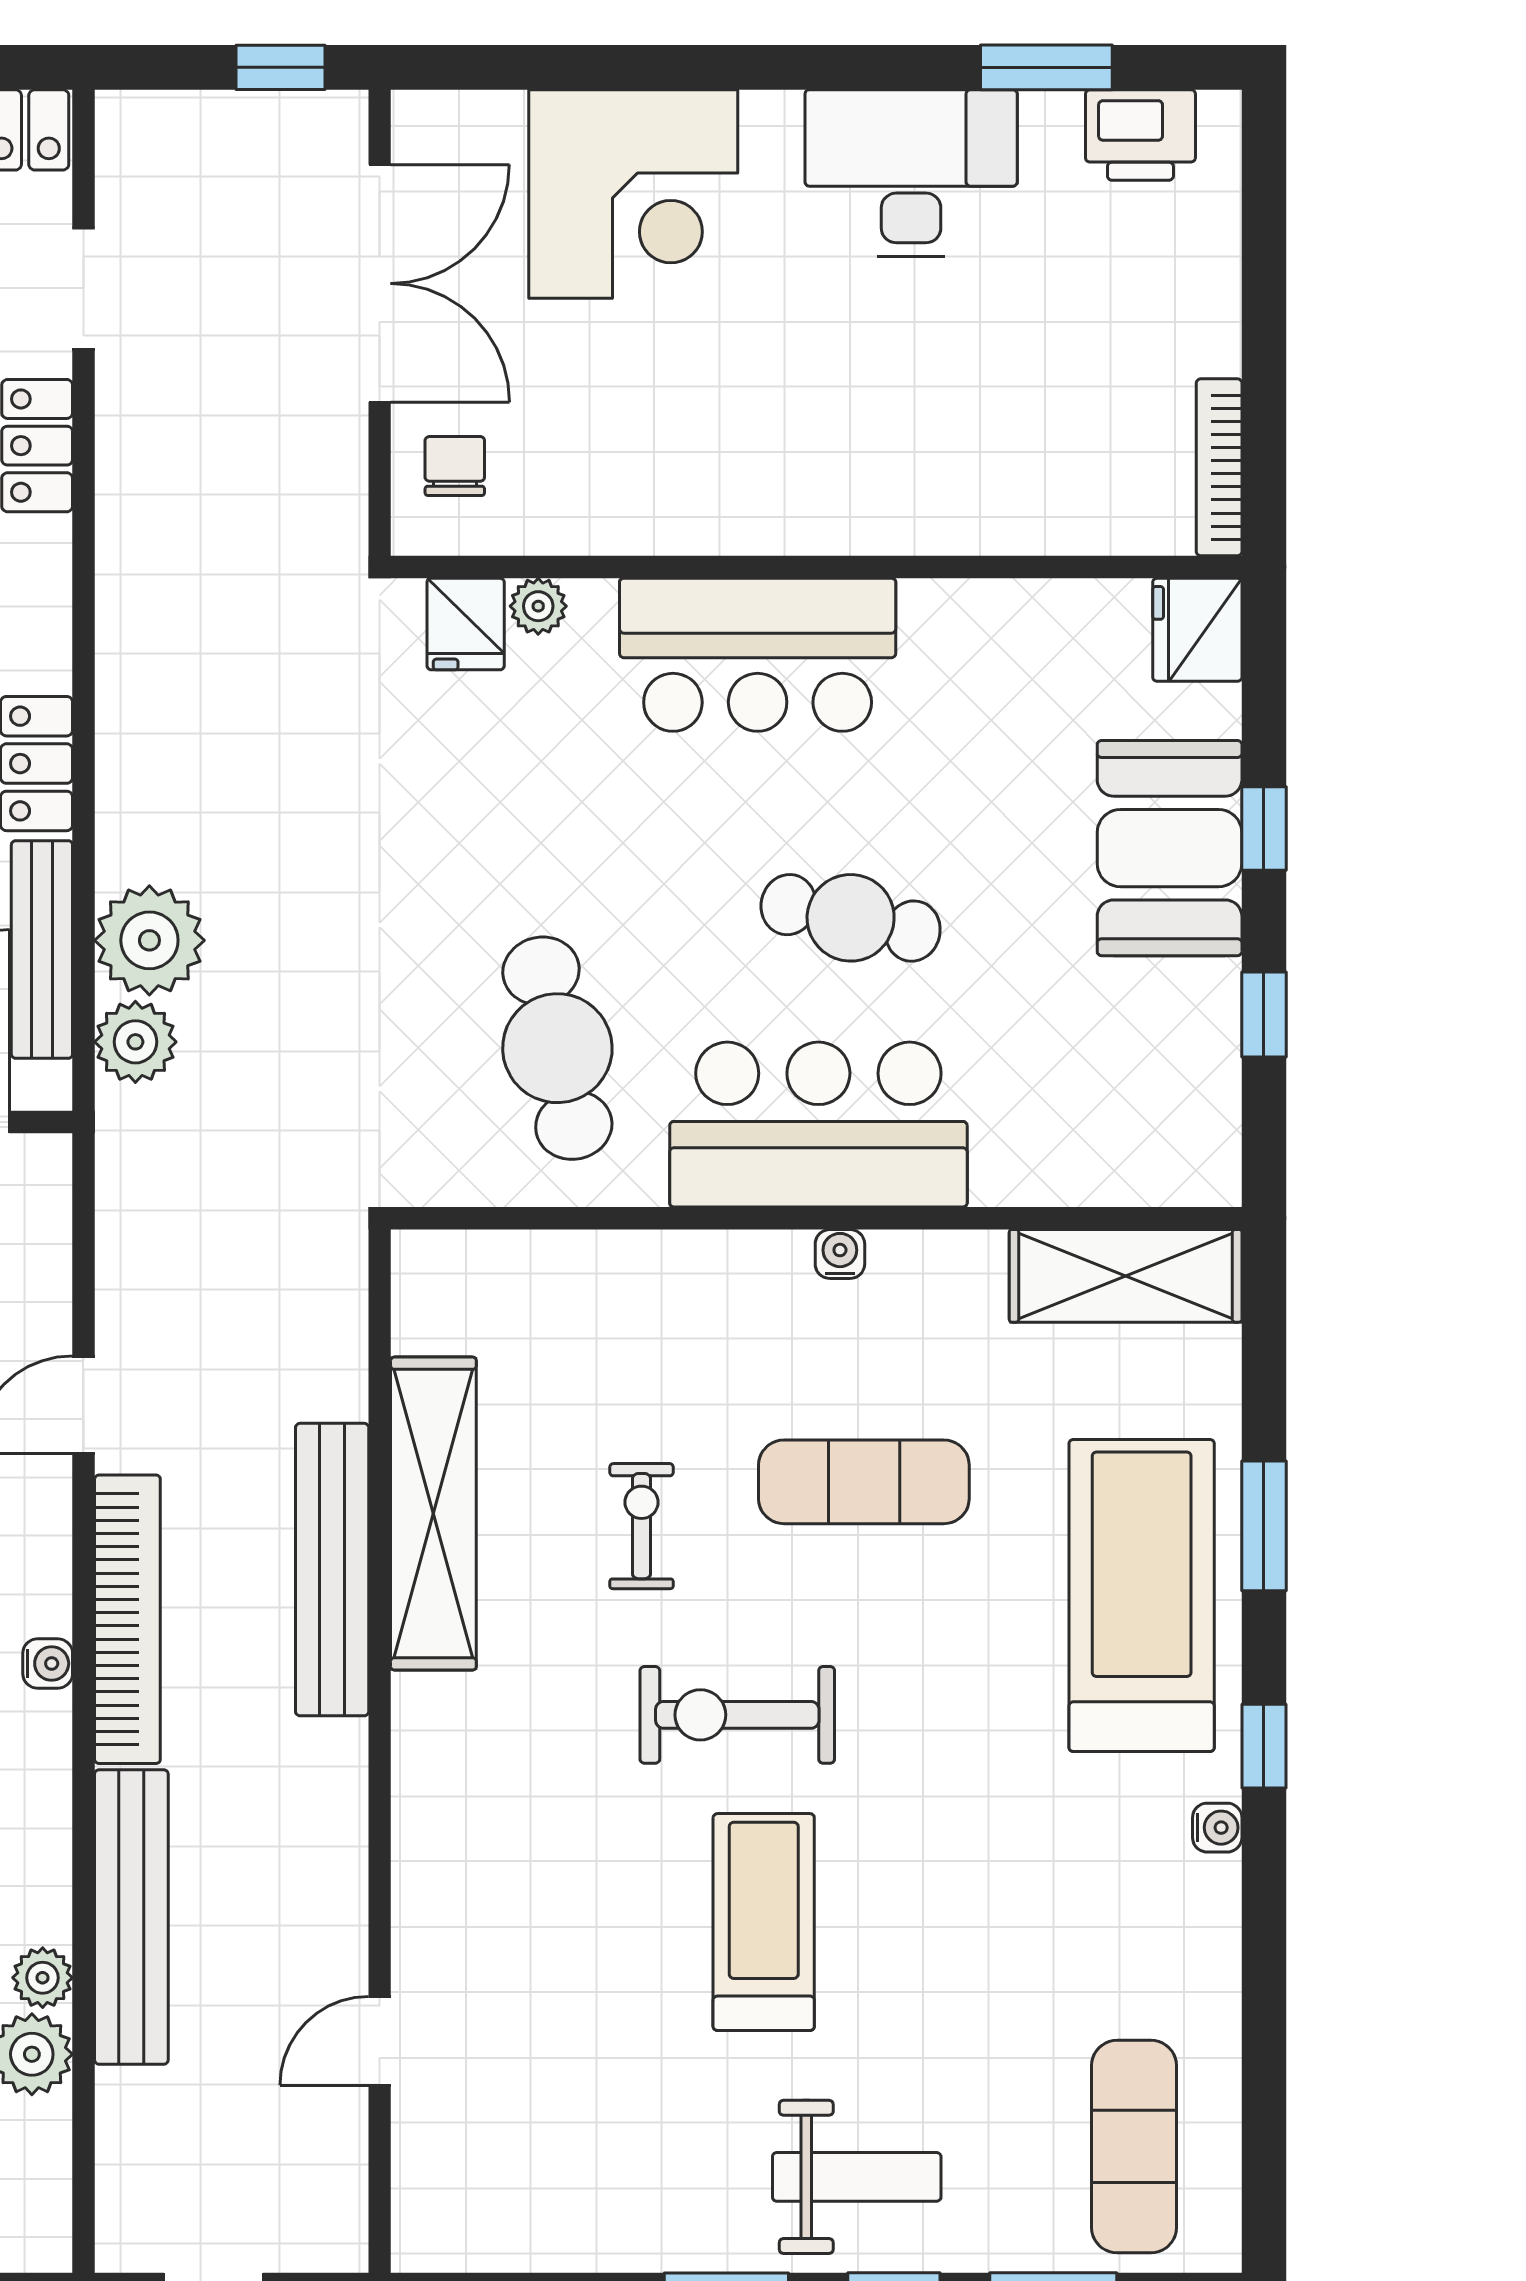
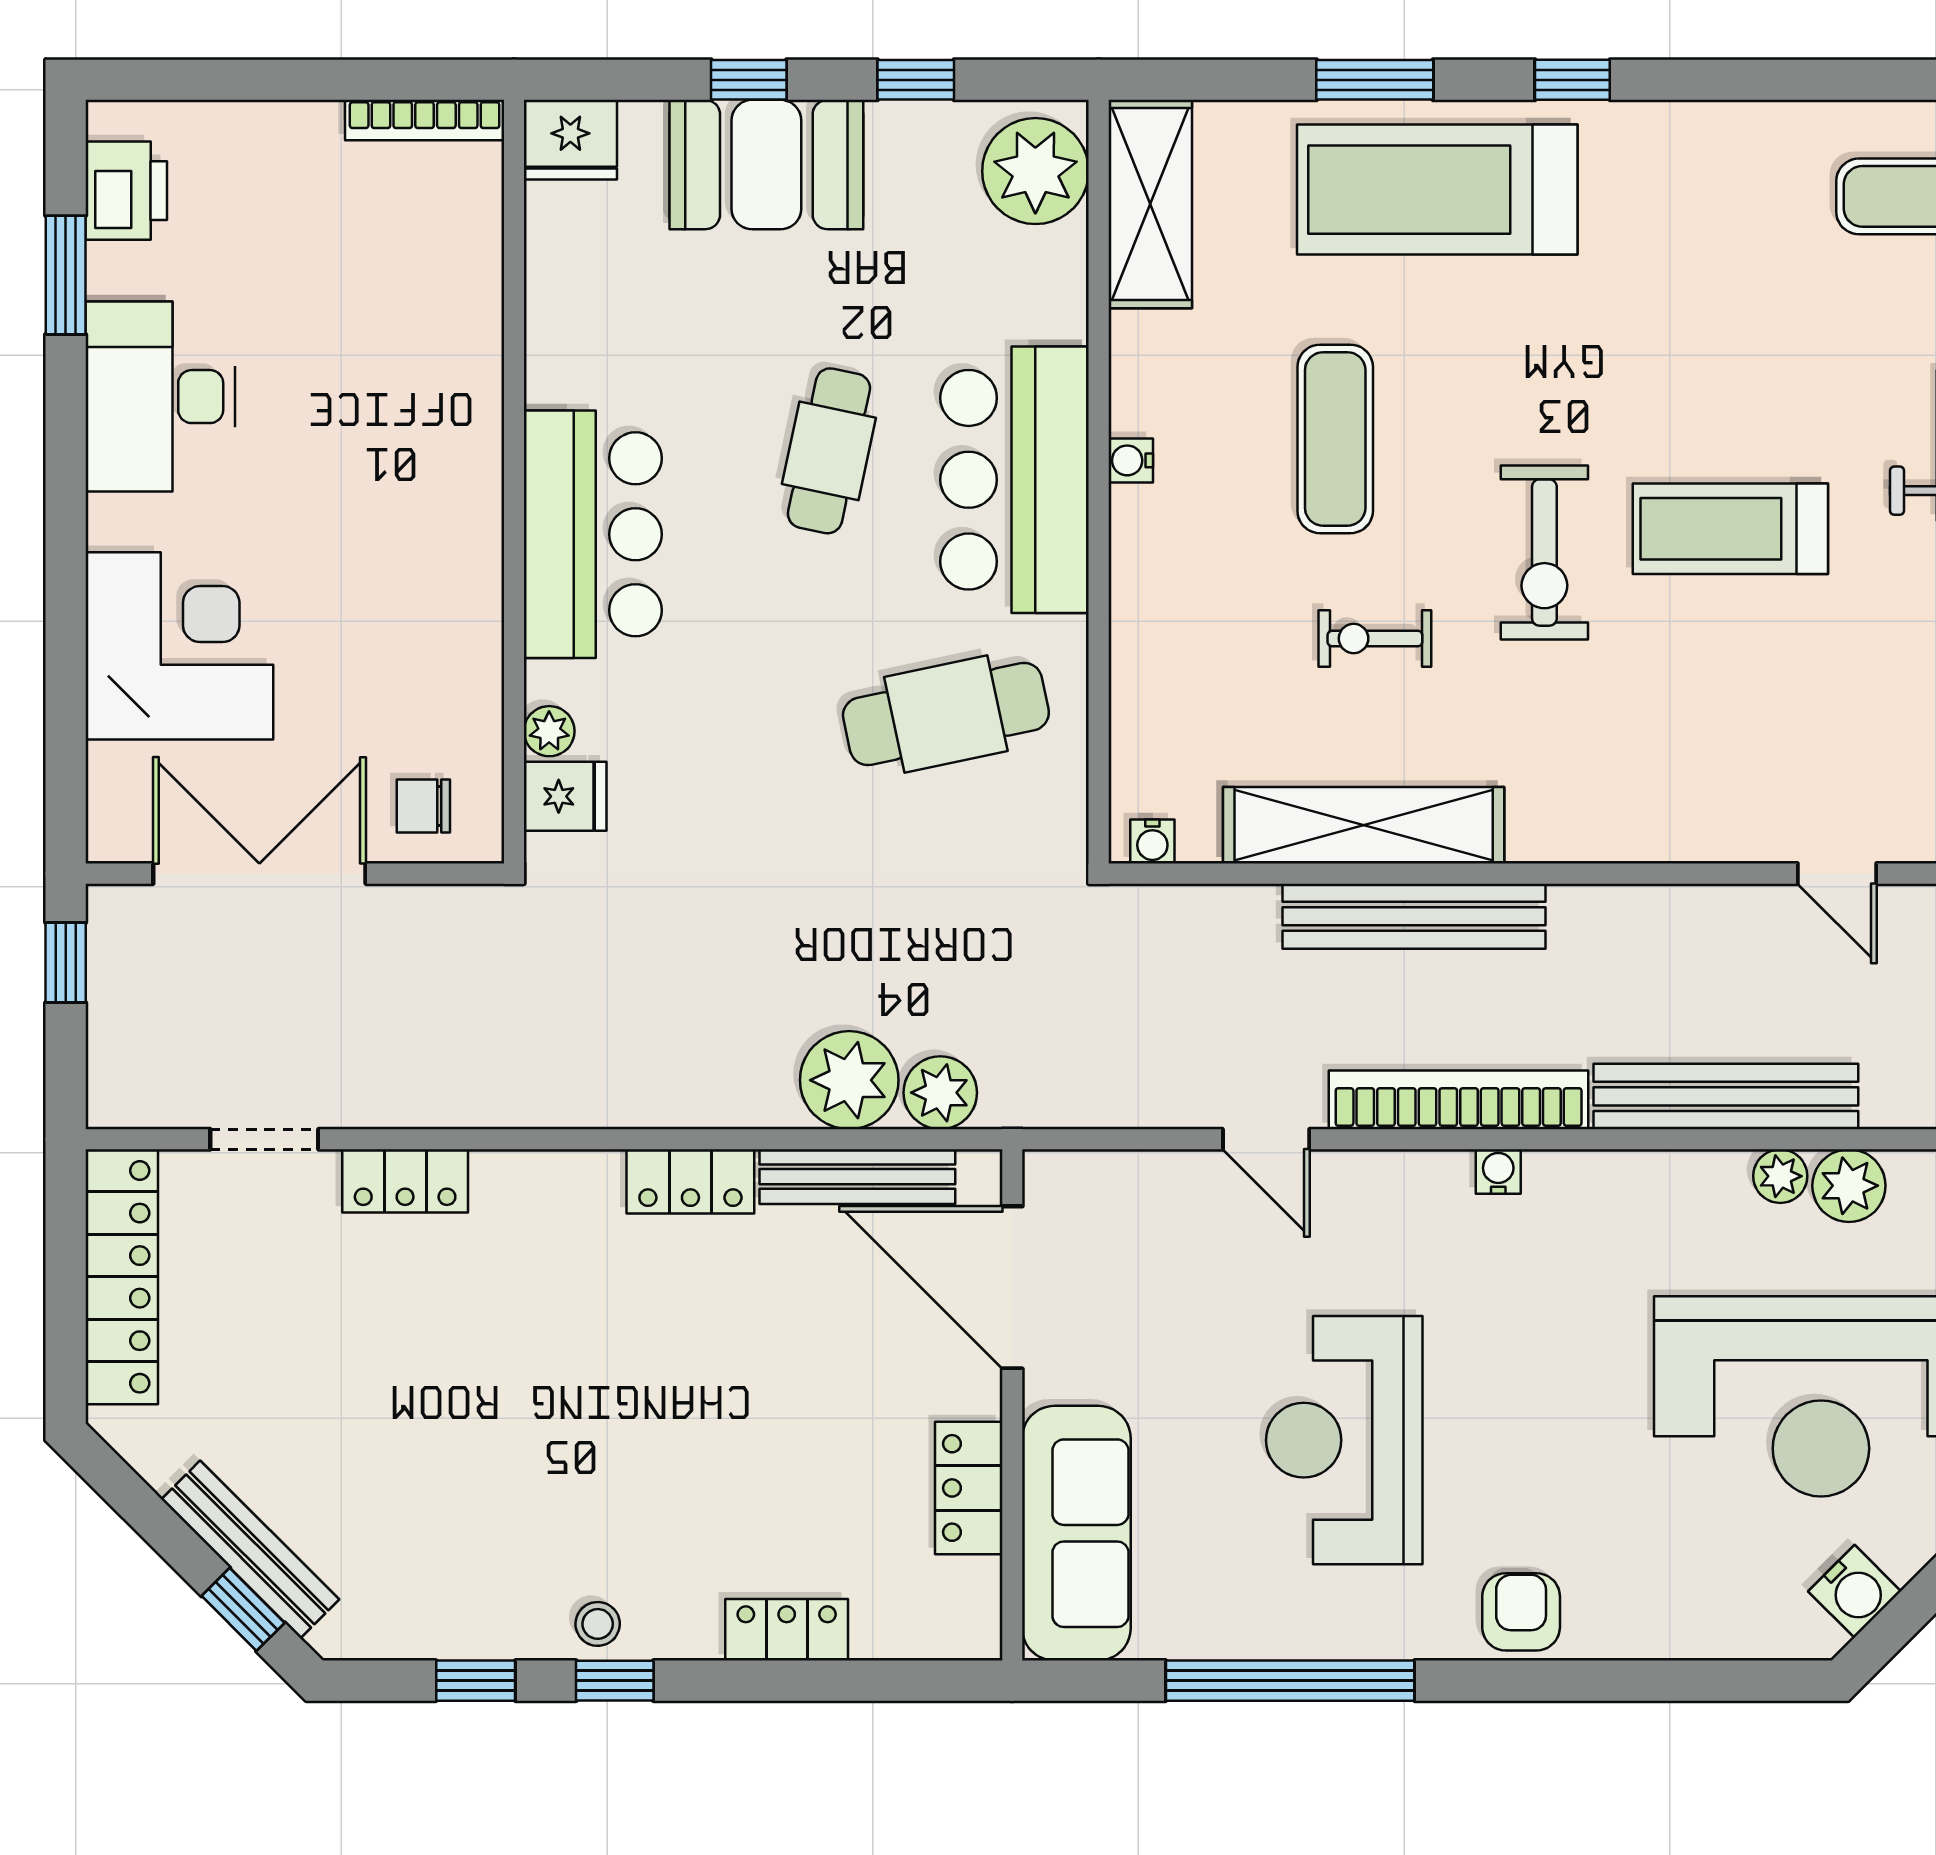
plant: (1162, 1148) -> (1035, 171), added
water cooler: (1217, 1828) -> (1152, 842), moved, turned 180

